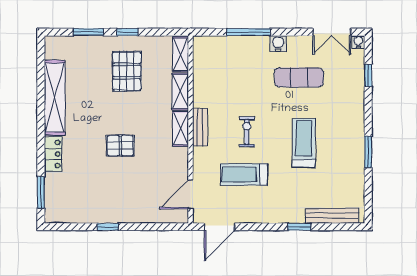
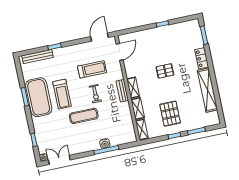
water cooler: (278, 44) -> (105, 144), moved
exercise mat: (299, 77) -> (84, 116), moved
exercise mat: (345, 146) -> (39, 97), added

